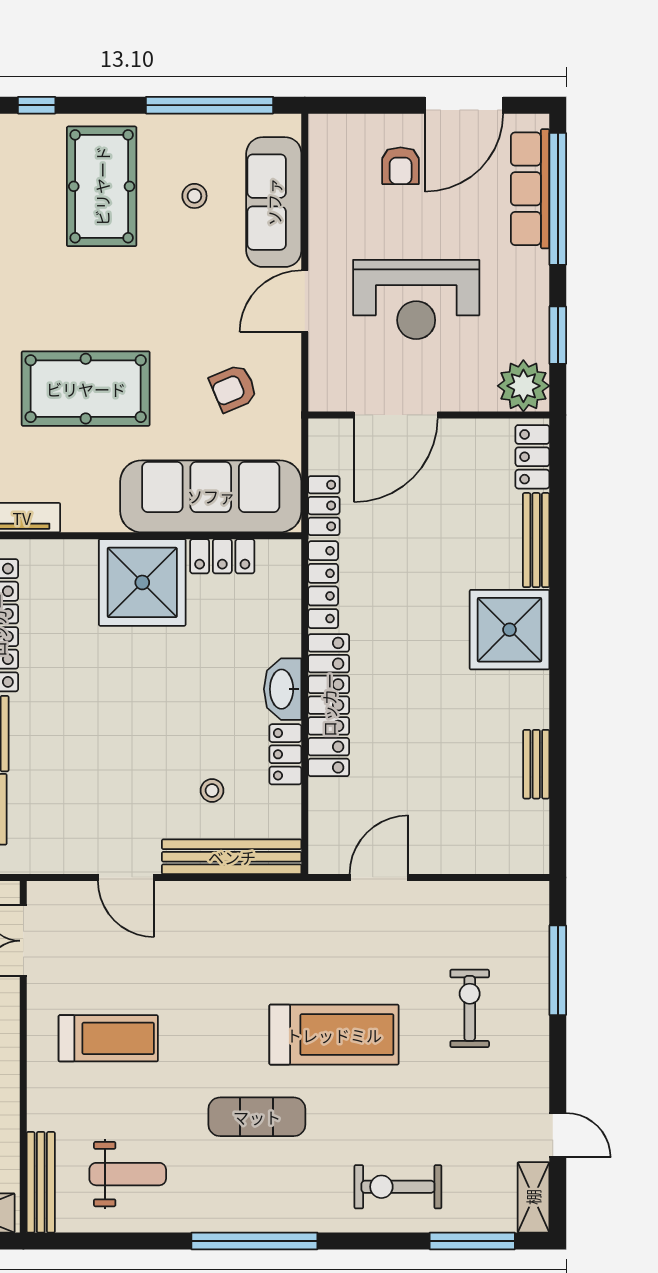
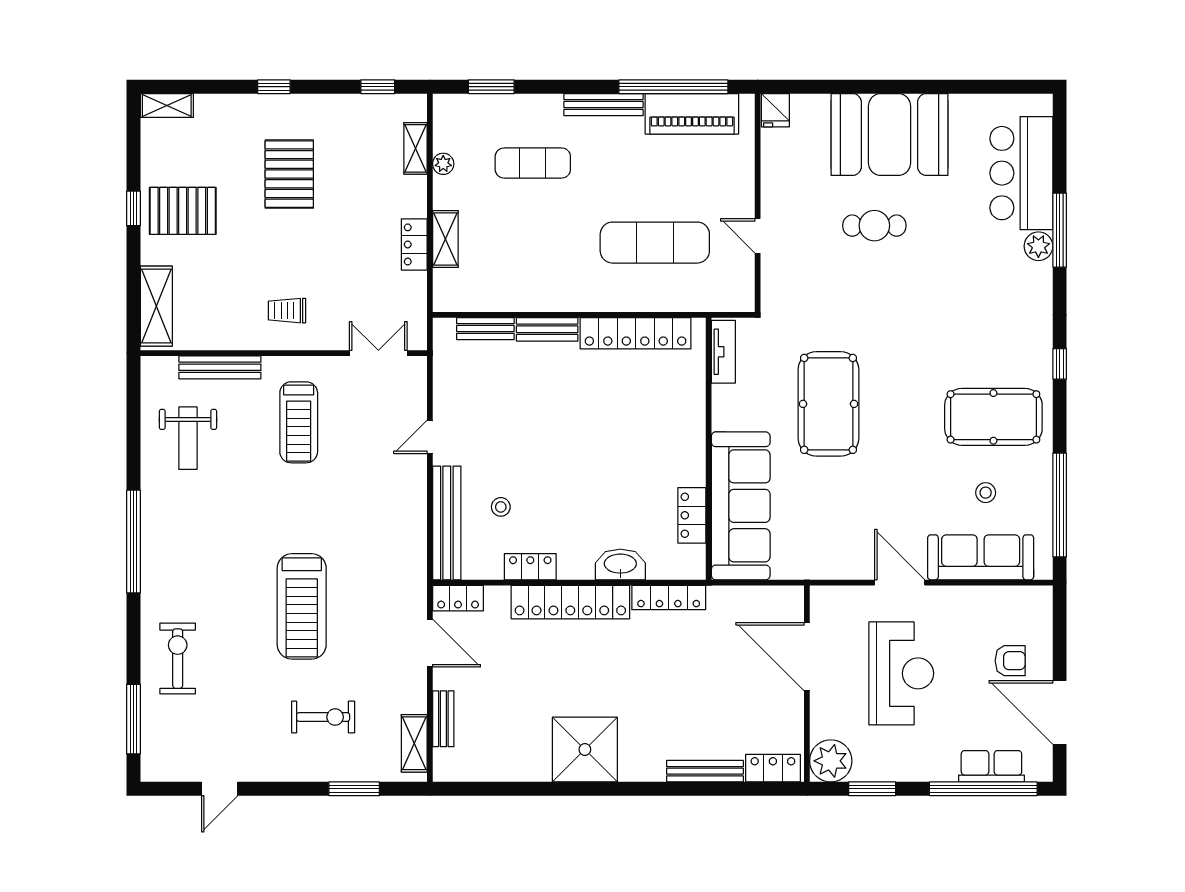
armchair: (401, 166) -> (1010, 661), turned 180
row of seats: (530, 189) -> (991, 766), width x0.68
reception desk: (416, 299) -> (901, 673), turned 180
armchair: (233, 388) -> (829, 524), removed
locker: (324, 506) -> (458, 598), moved
shower: (142, 582) -> (670, 450), removed
shower: (510, 630) -> (585, 750), moved
washbasin: (283, 689) -> (620, 565), moved
bench: (536, 764) -> (443, 719), moved, turned 90
door: (126, 877) -> (430, 437), width x0.73
window: (558, 970) -> (354, 789), width x0.69
exercise mat: (257, 1117) -> (235, 544), removed
bench: (41, 1182) -> (220, 367), moved
shelving: (533, 1197) -> (414, 743), moved, turned 90

